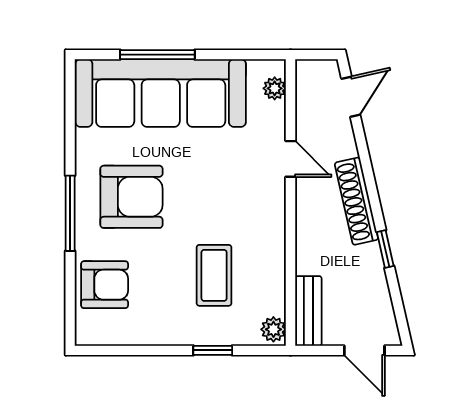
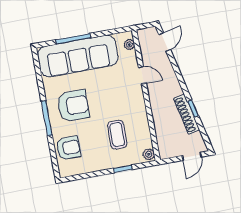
shoe rack: (356, 201) -> (187, 114), moved
bench: (308, 311) -> (163, 143), removed
door: (364, 350) -> (192, 156), hinge flipped

